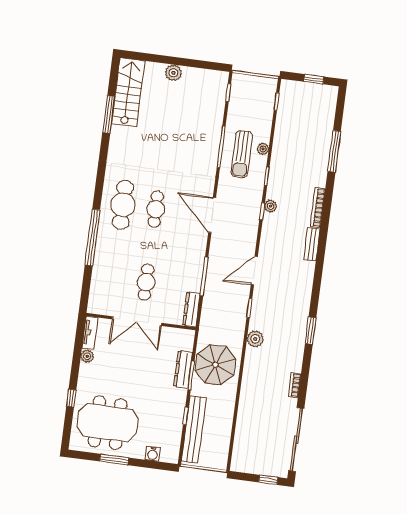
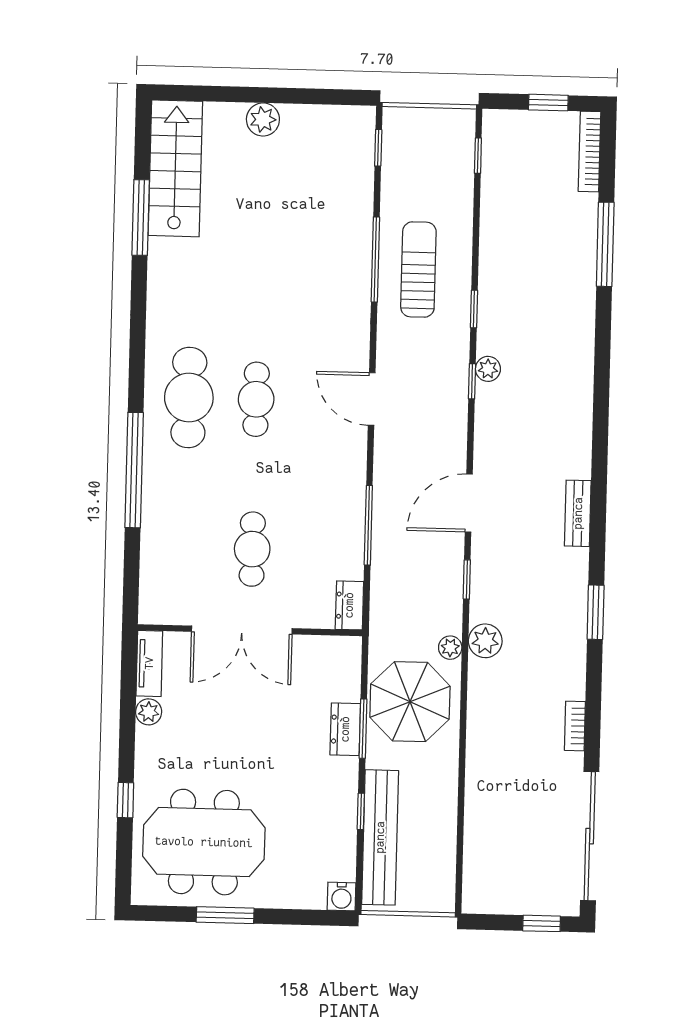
plant: (263, 149) -> (450, 648), moved
sun lounger: (242, 154) -> (418, 269), turned 180
bookcase: (318, 208) -> (590, 152), moved
door: (212, 215) -> (372, 399), width x0.73
bench: (312, 244) -> (578, 513), moved
dresser: (191, 309) -> (349, 605), width x0.70
dresser: (183, 369) -> (345, 729), width x0.70
water cooler: (153, 454) -> (341, 896), moved

